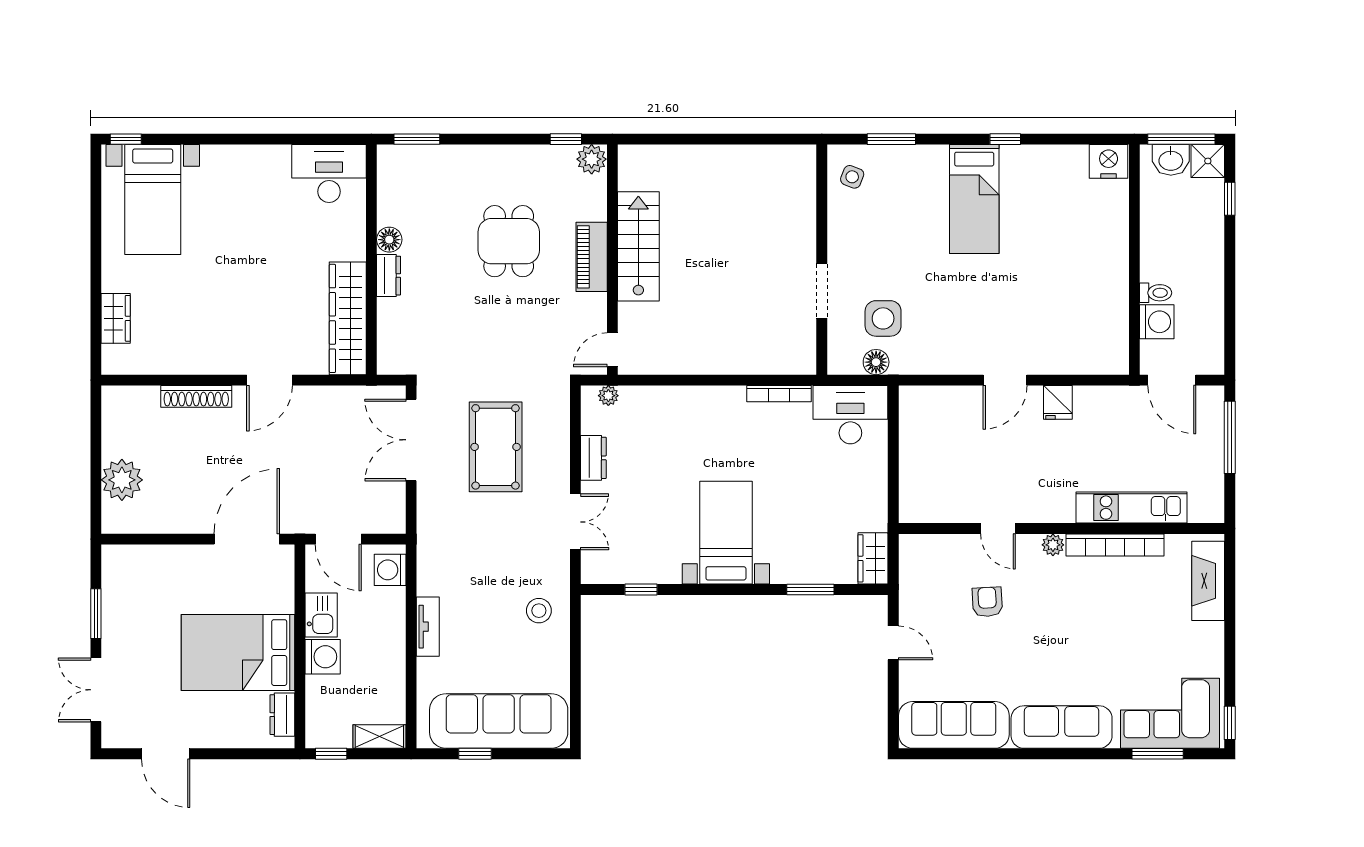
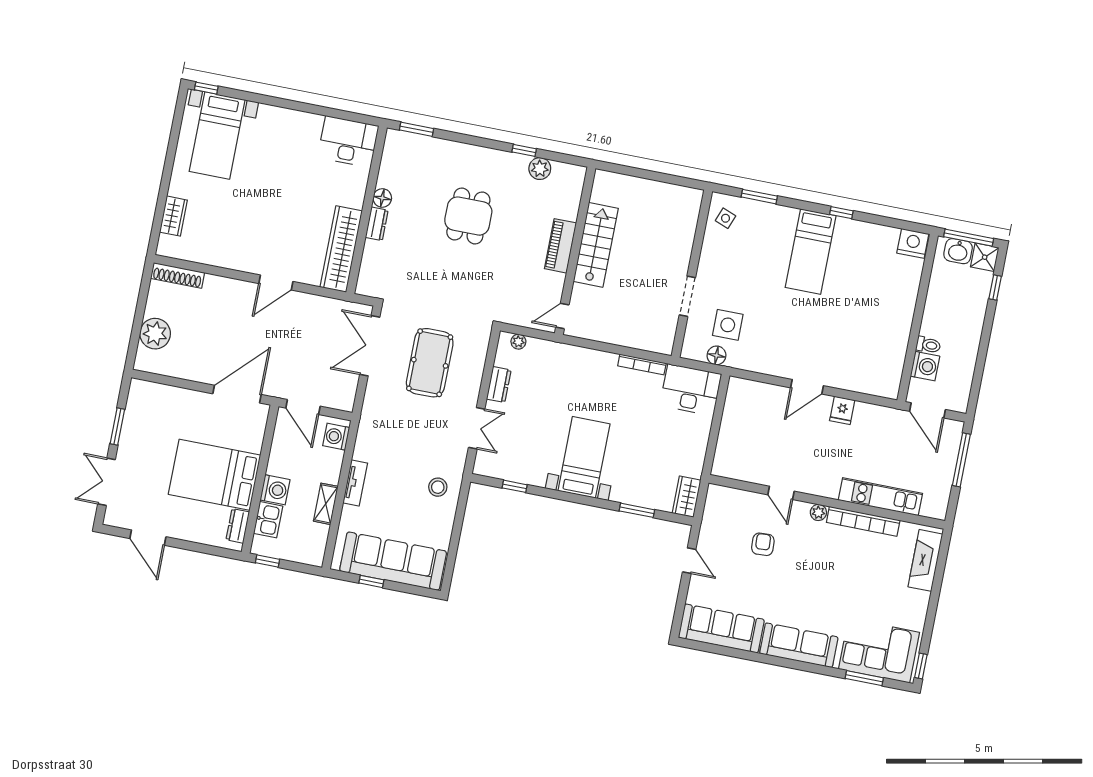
stairs: (638, 246) -> (596, 245), moved
piano: (592, 257) -> (560, 246), moved
wall: (612, 260) -> (575, 251), moved
door: (612, 350) -> (562, 316), moved
shoe rack: (196, 396) -> (178, 275), moved
kitchen sink: (321, 615) -> (268, 520), moved
shelving: (379, 737) -> (326, 504), moved, turned 90

